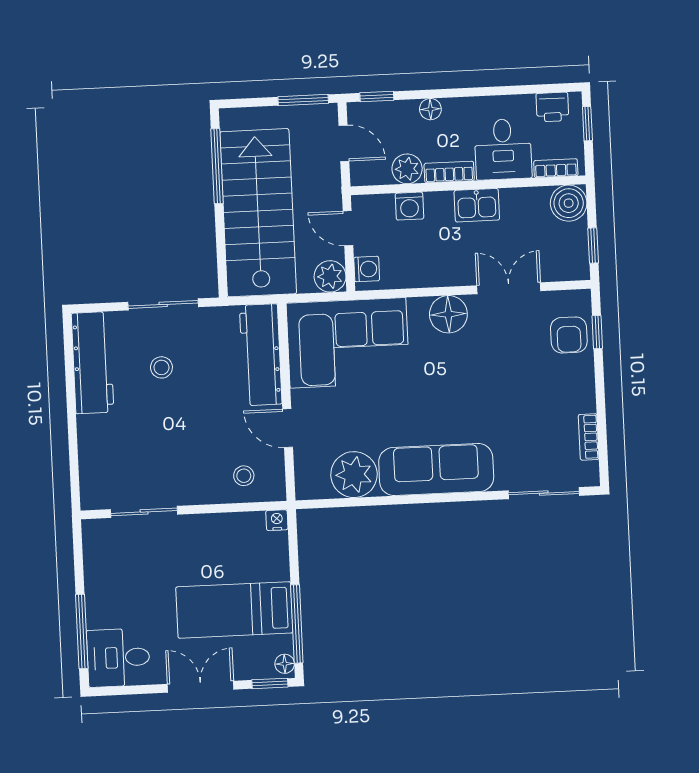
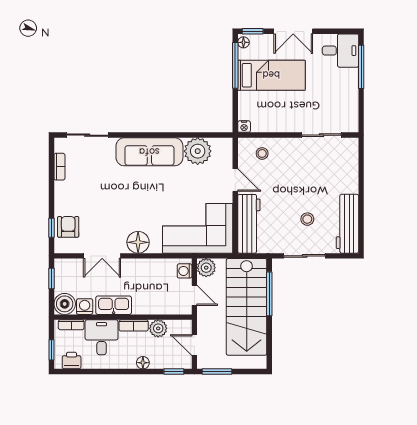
window: (217, 166) -> (269, 294), moved
kitchen sink: (477, 205) -> (114, 305), width x1.38
washing machine: (409, 206) -> (85, 307), moved

